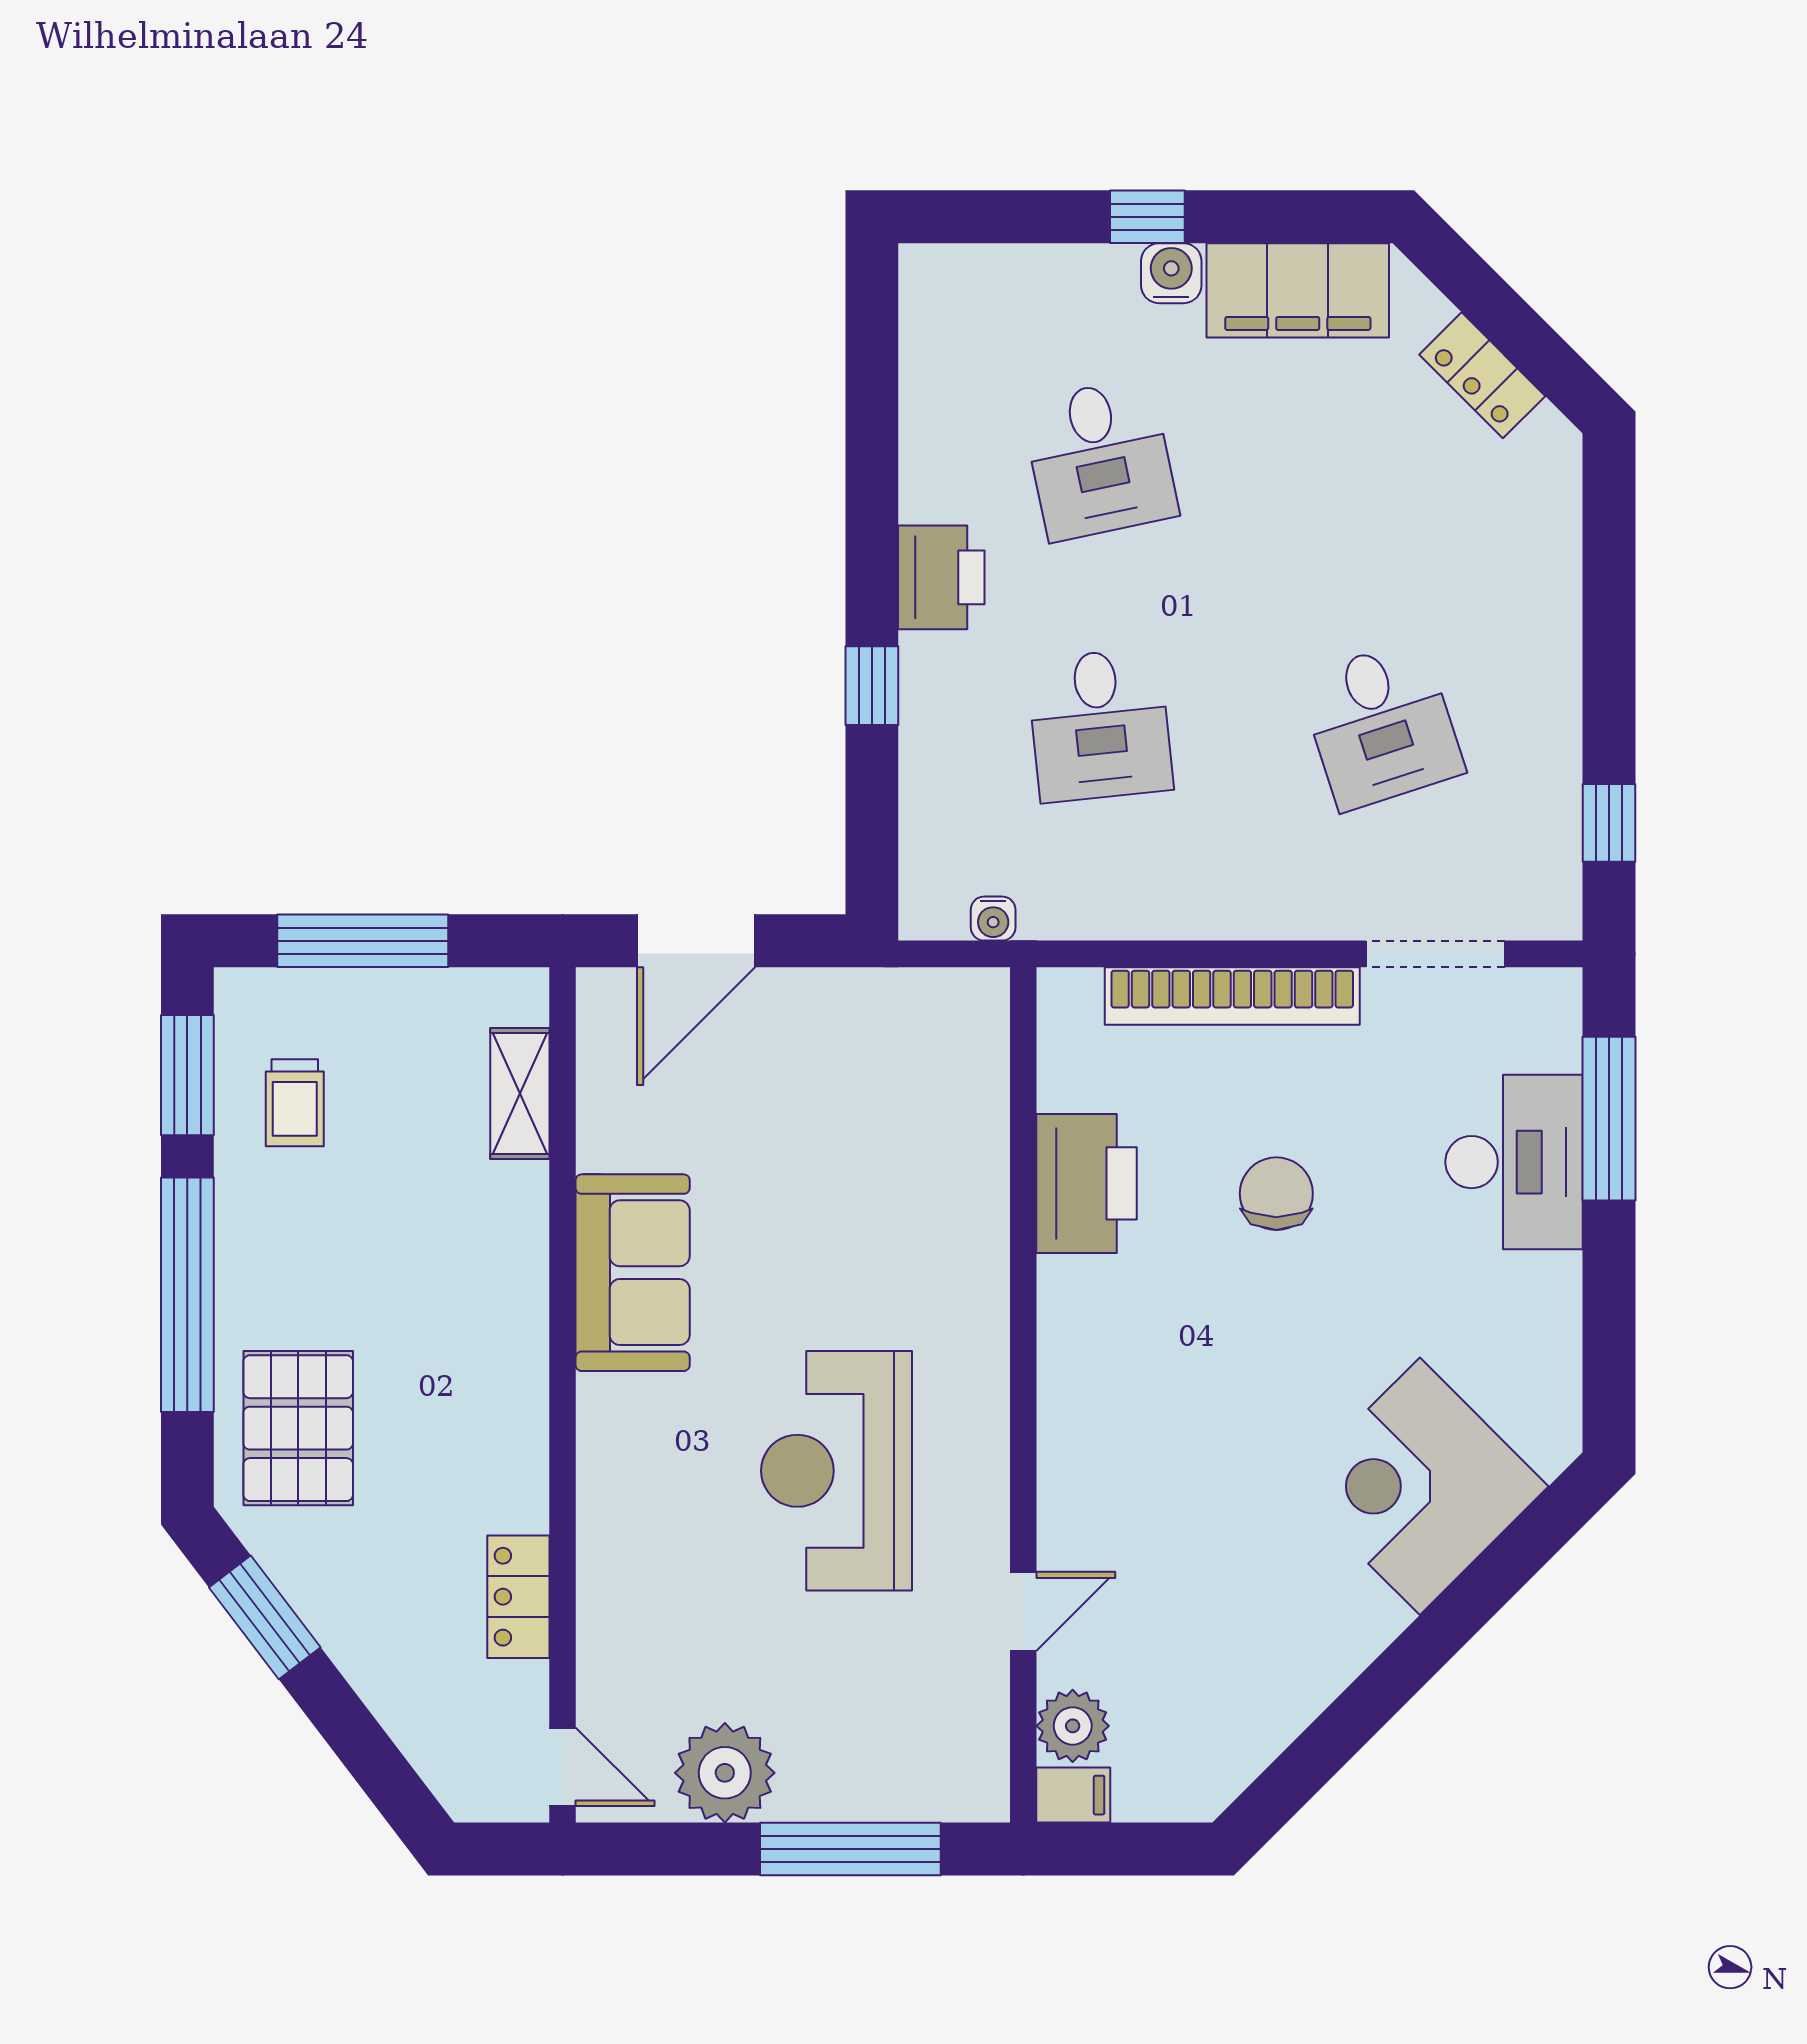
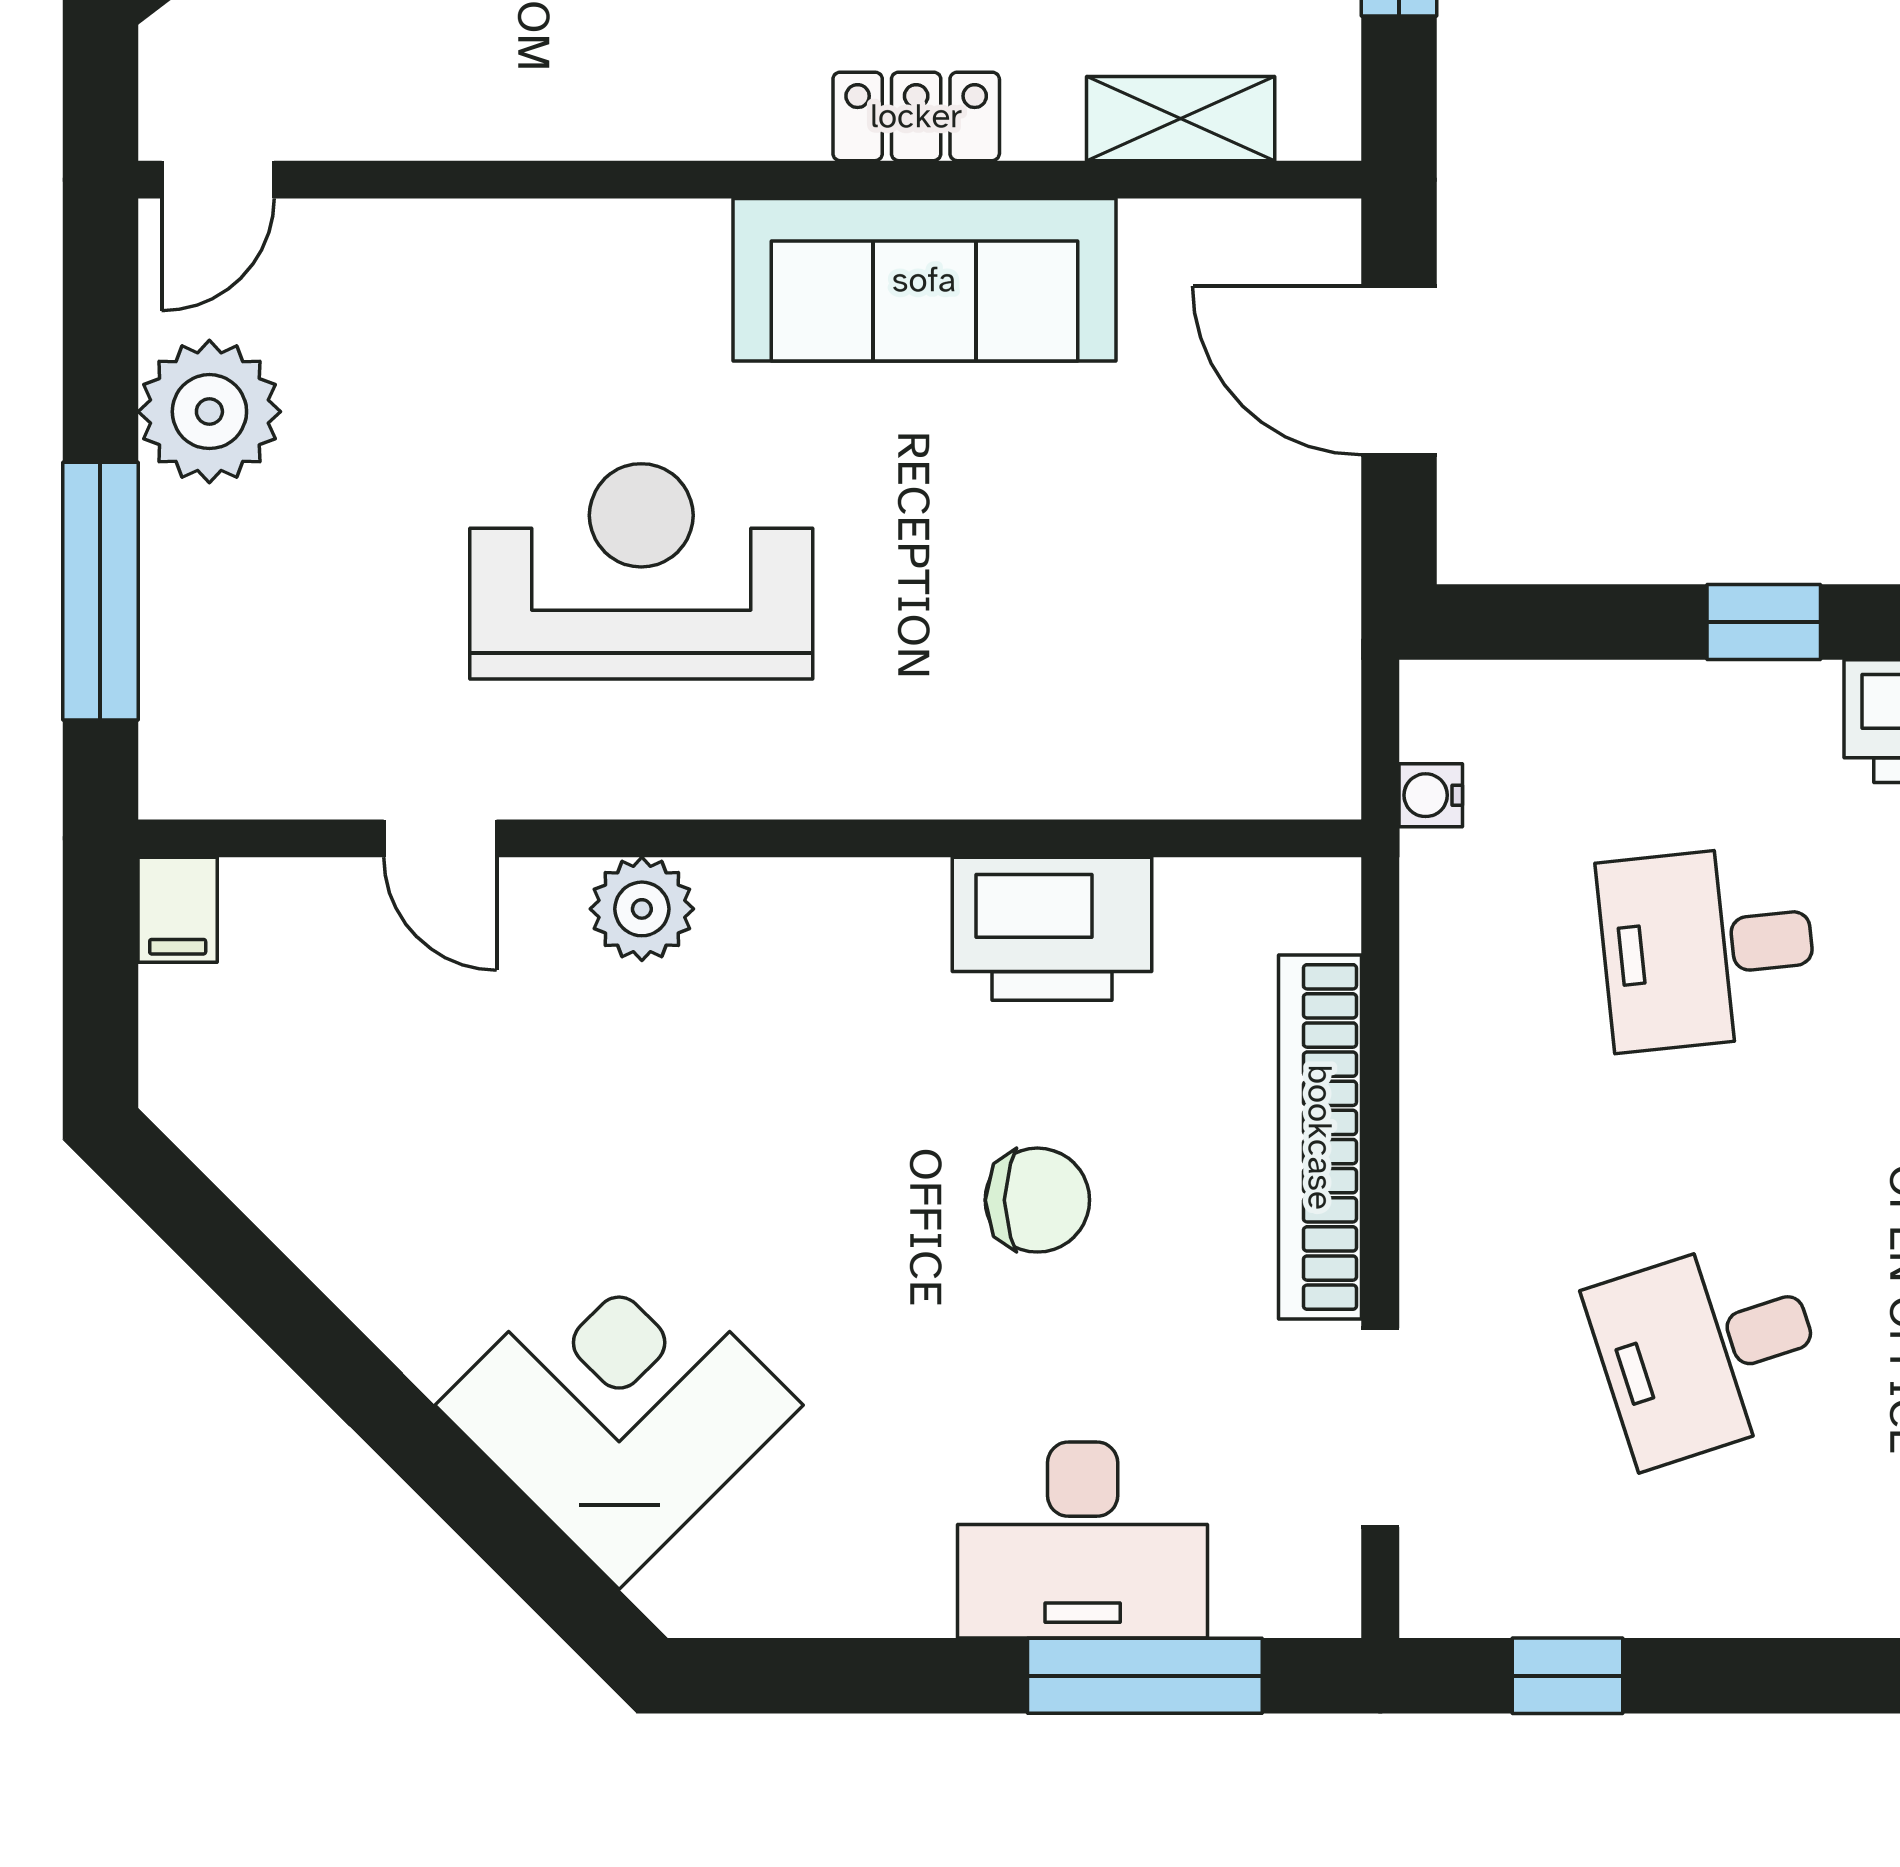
sofa: (633, 1273) -> (924, 280), width x1.36
locker: (518, 1597) -> (916, 116), moved
plant: (1073, 1726) -> (642, 909), moved

